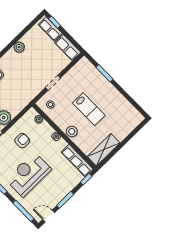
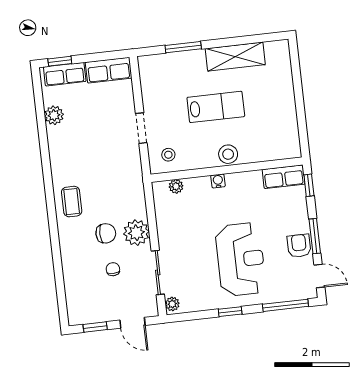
plant: (19, 47) -> (54, 115), moved
armchair: (22, 141) -> (299, 246), moved
shelving: (104, 150) -> (235, 57), moved, turned 90
row of seats: (77, 161) -> (284, 177), width x0.68
reception desk: (28, 174) -> (241, 259), turned 180
door: (49, 216) -> (319, 276), swing flipped

